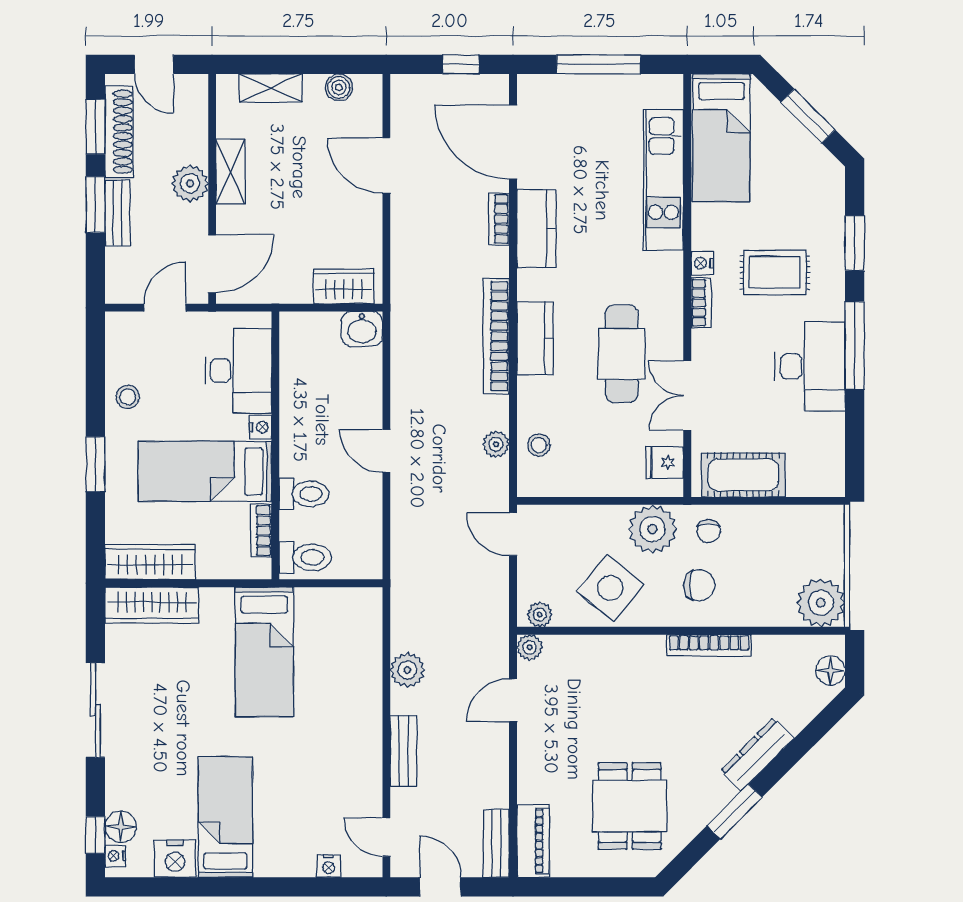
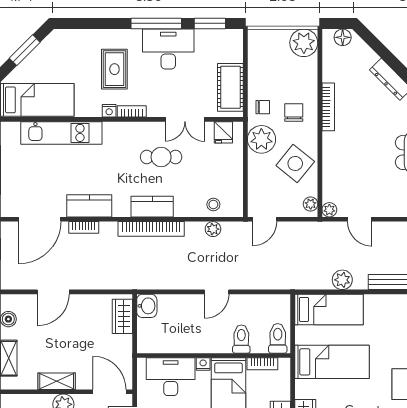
window: (855, 243) -> (210, 23), moved
cafe table: (622, 354) -> (161, 157), width x0.73, depth x0.74
bed: (356, 647) -> (329, 309), added

